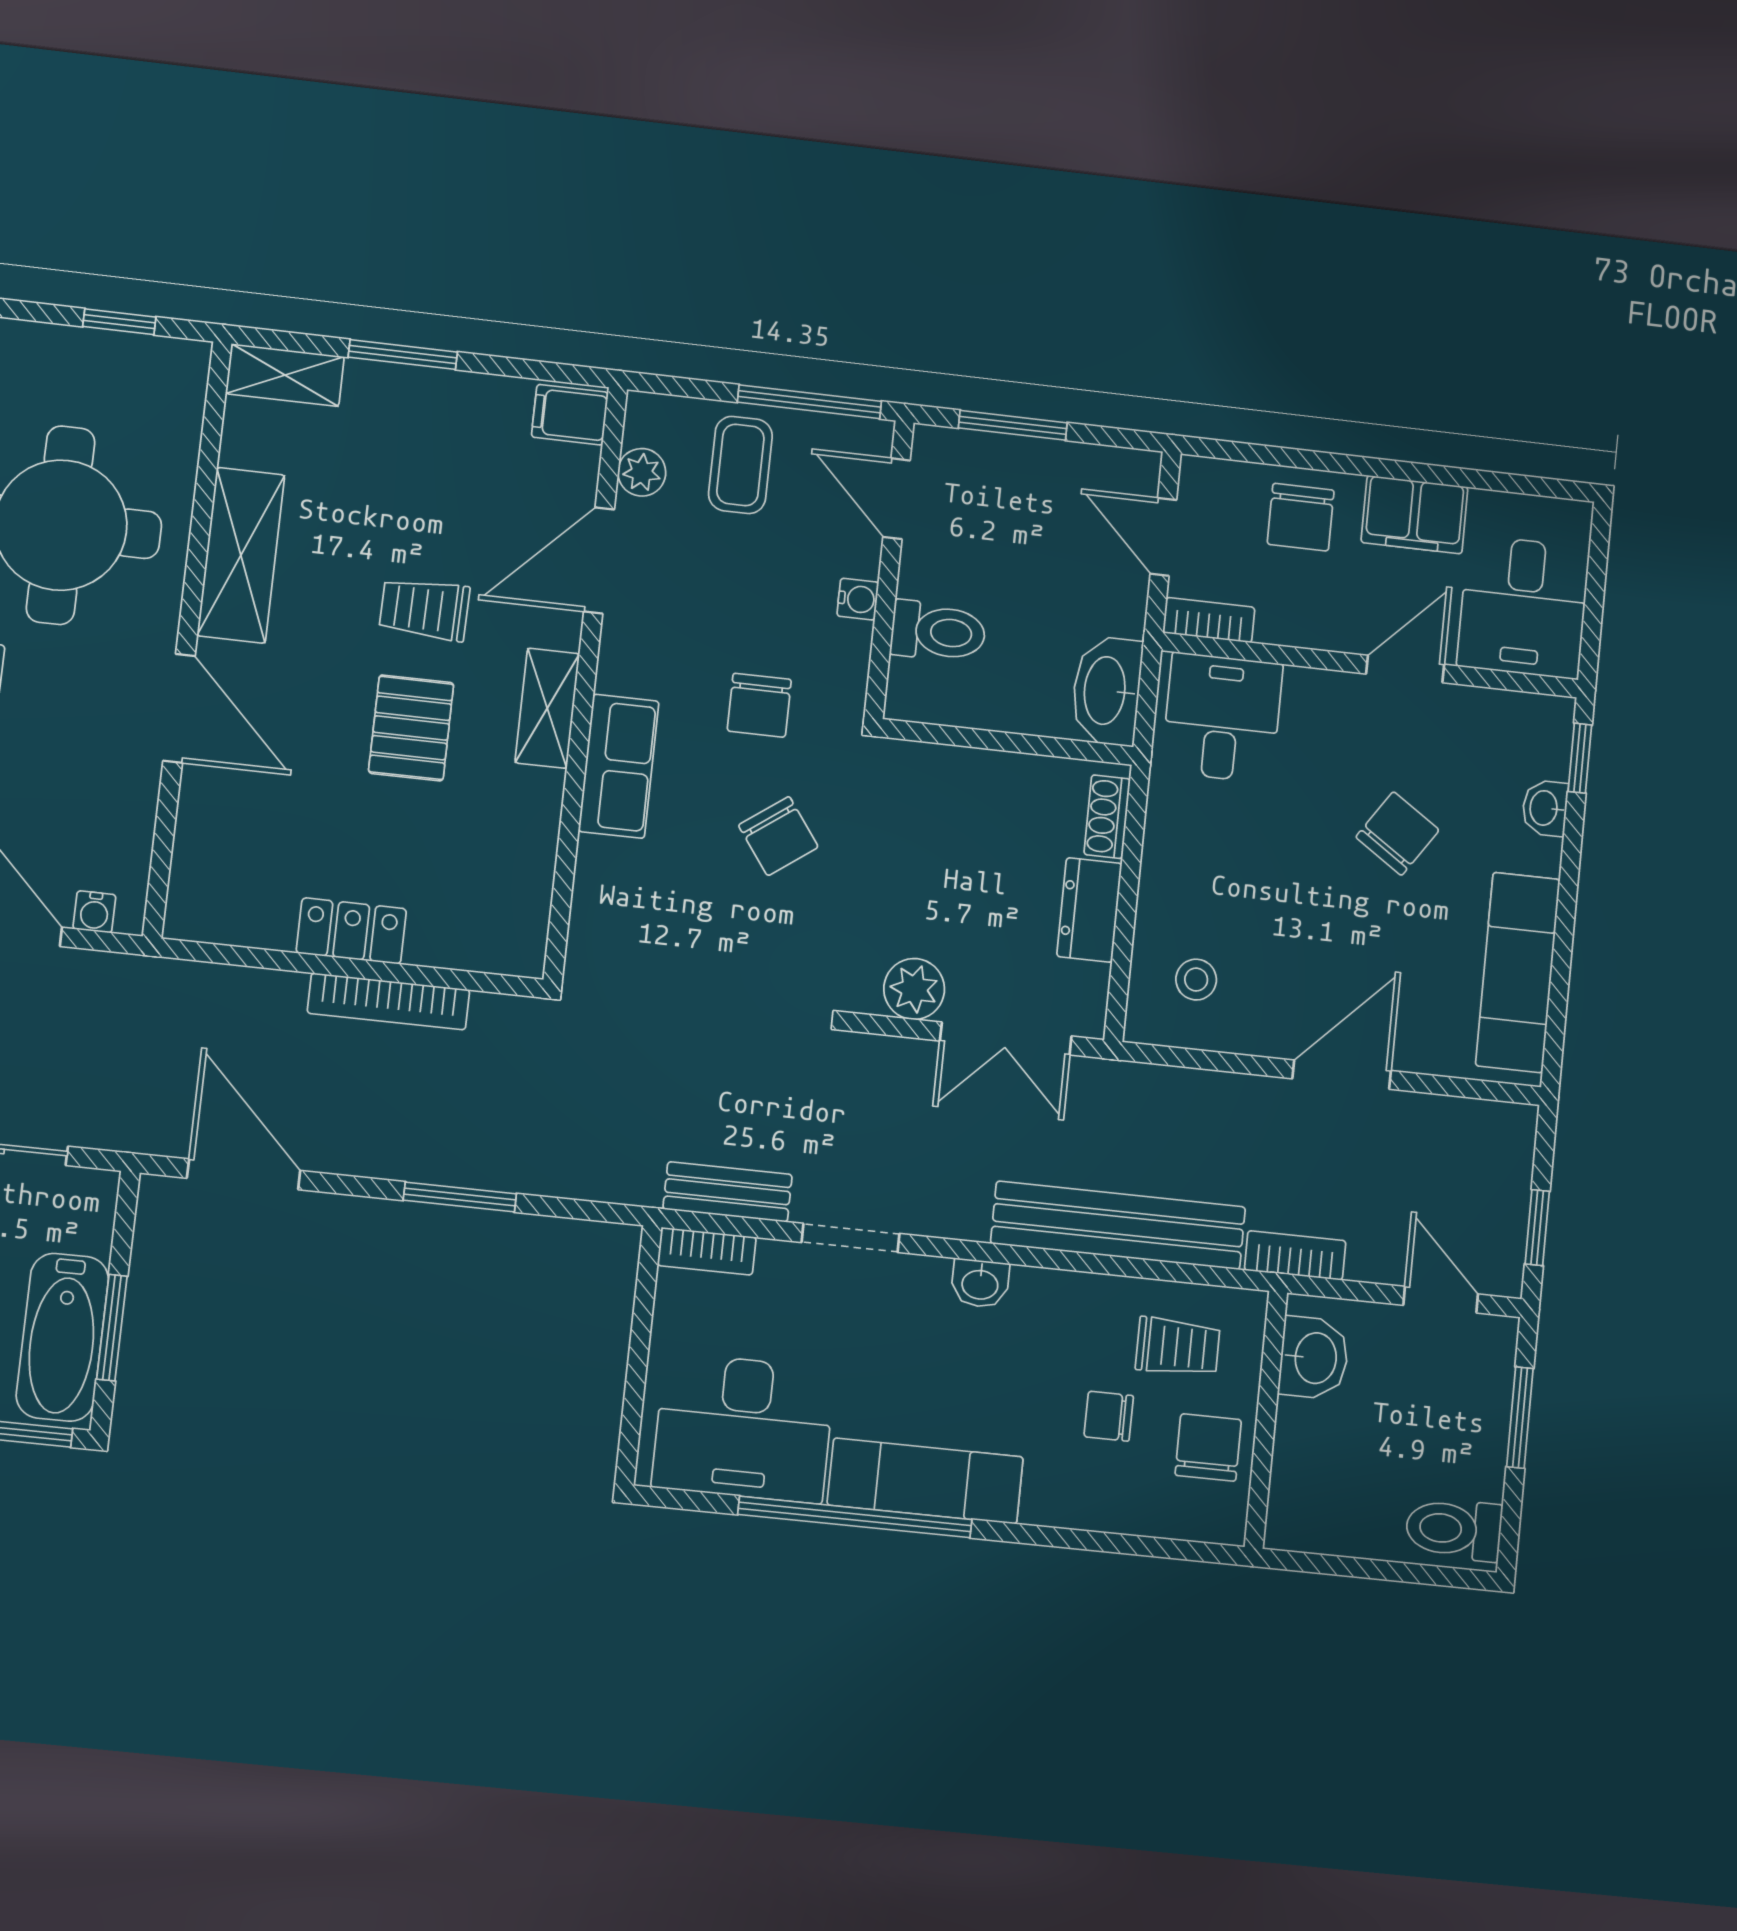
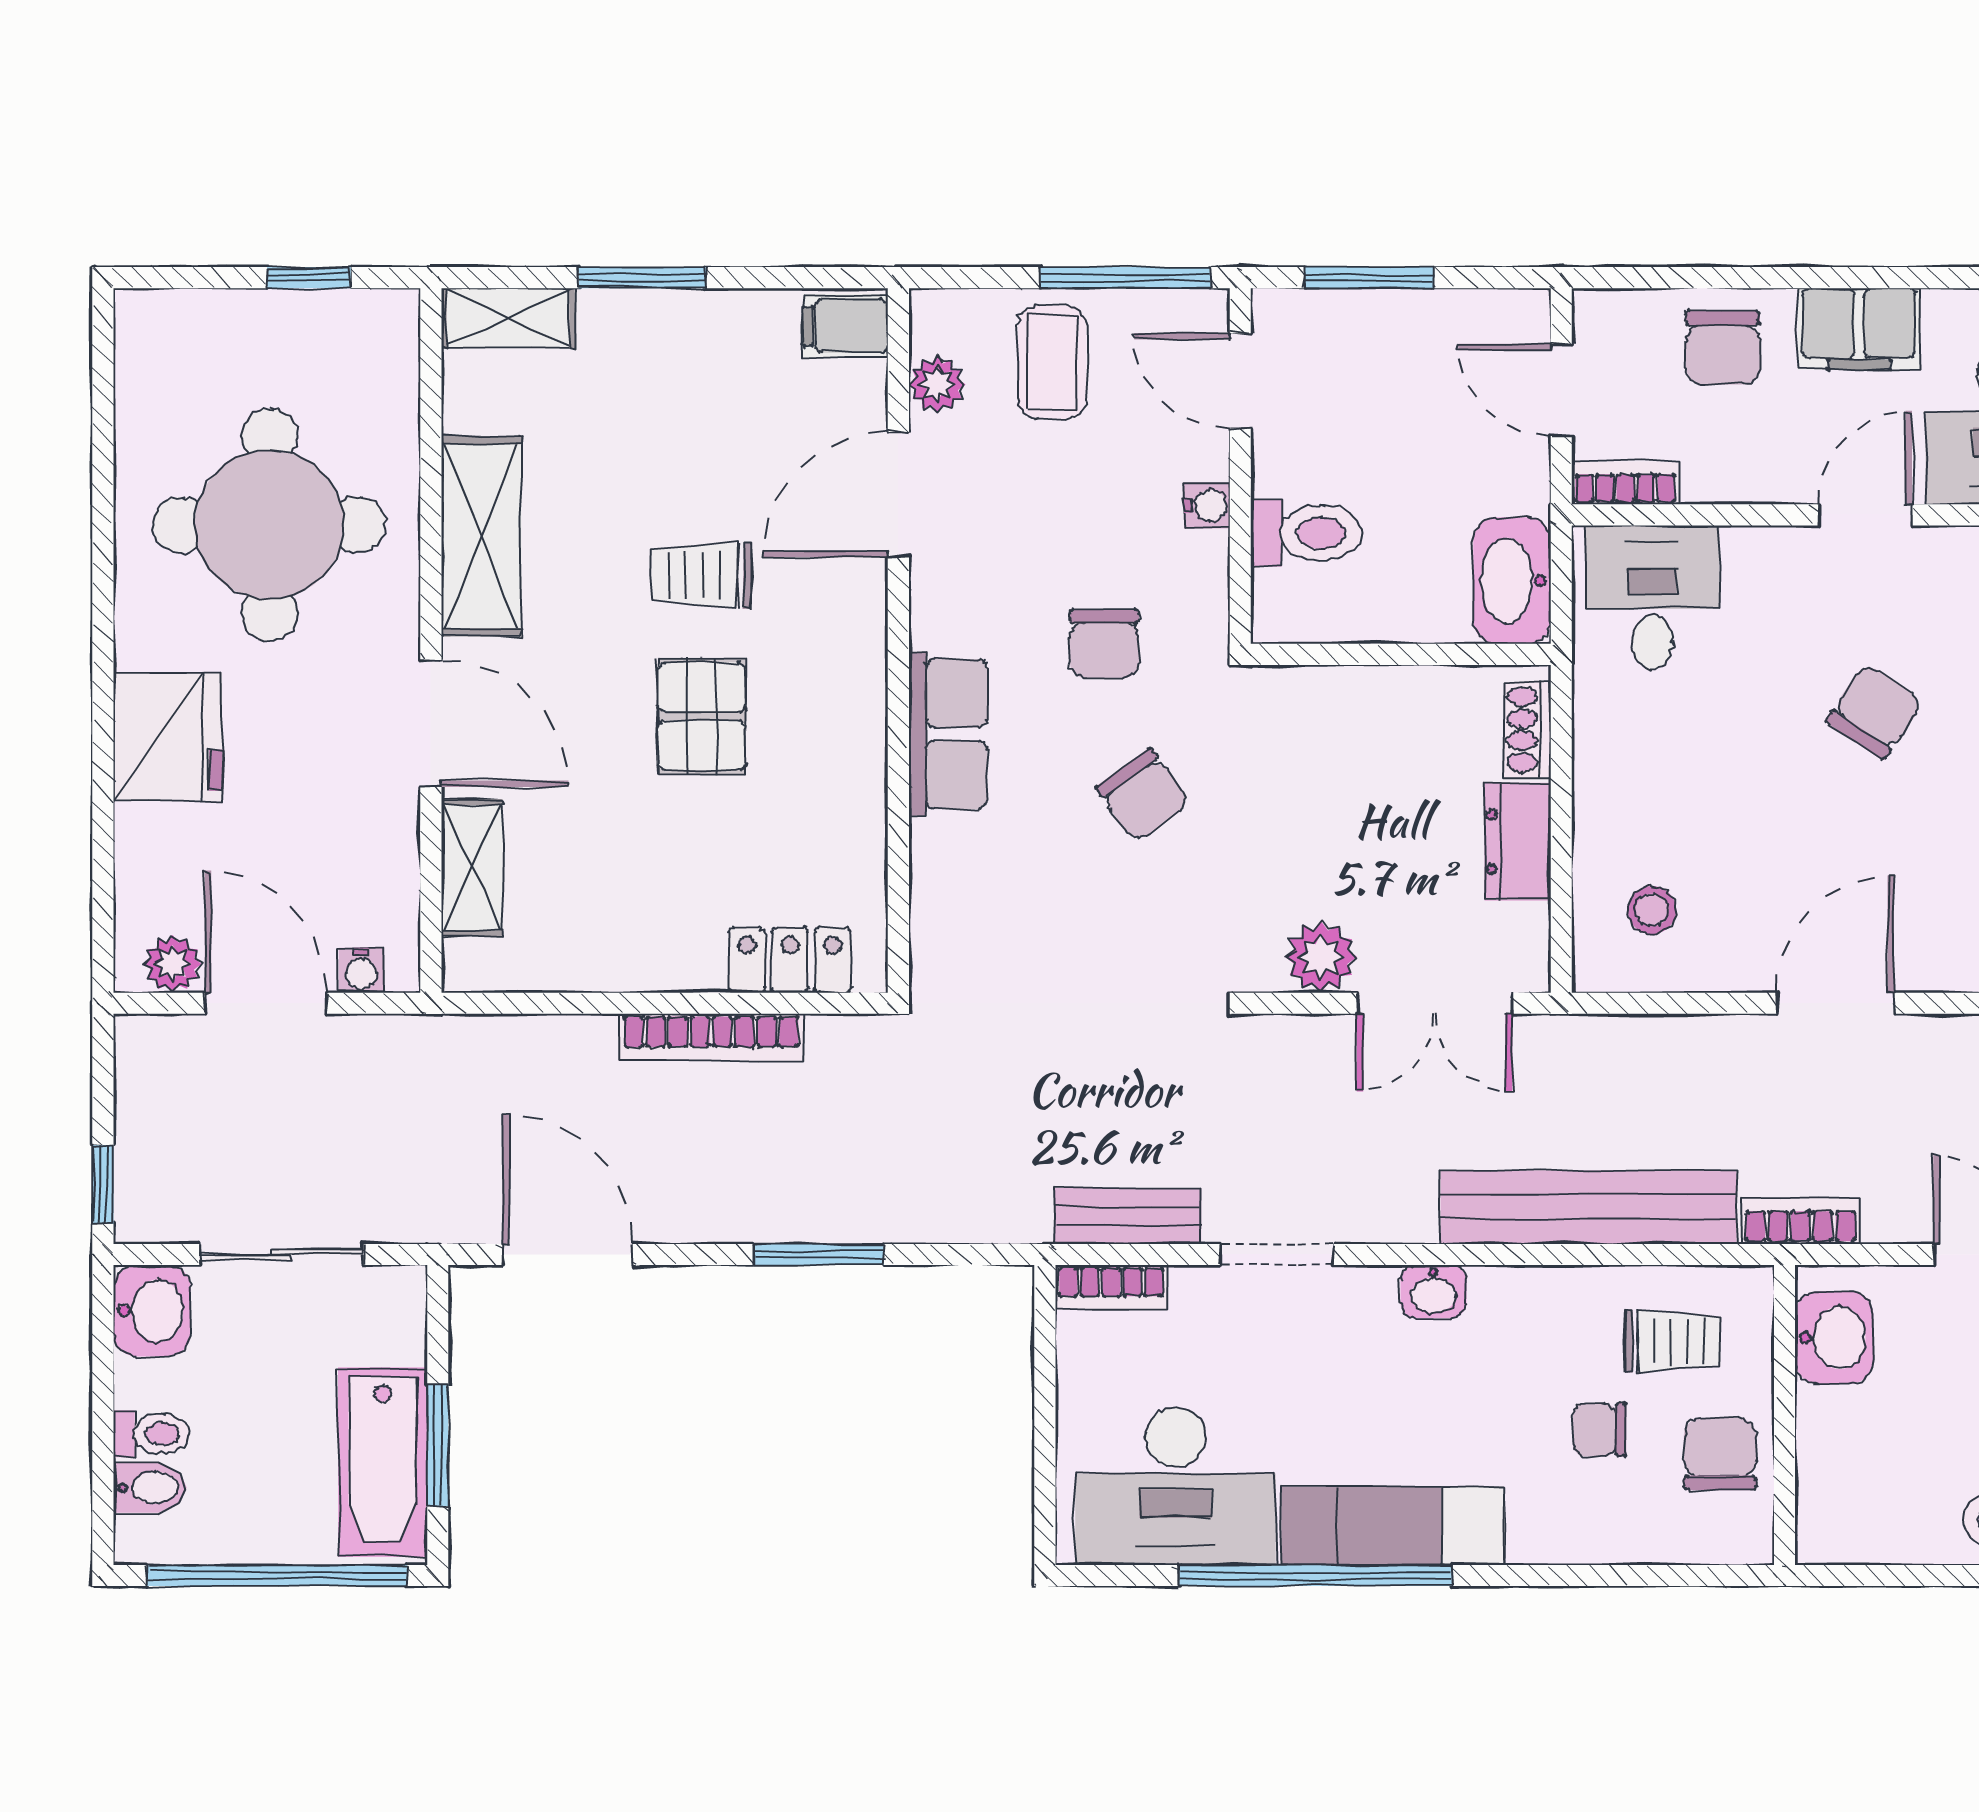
shelving: (547, 708) -> (472, 868), moved
locker: (351, 931) -> (790, 960), moved

